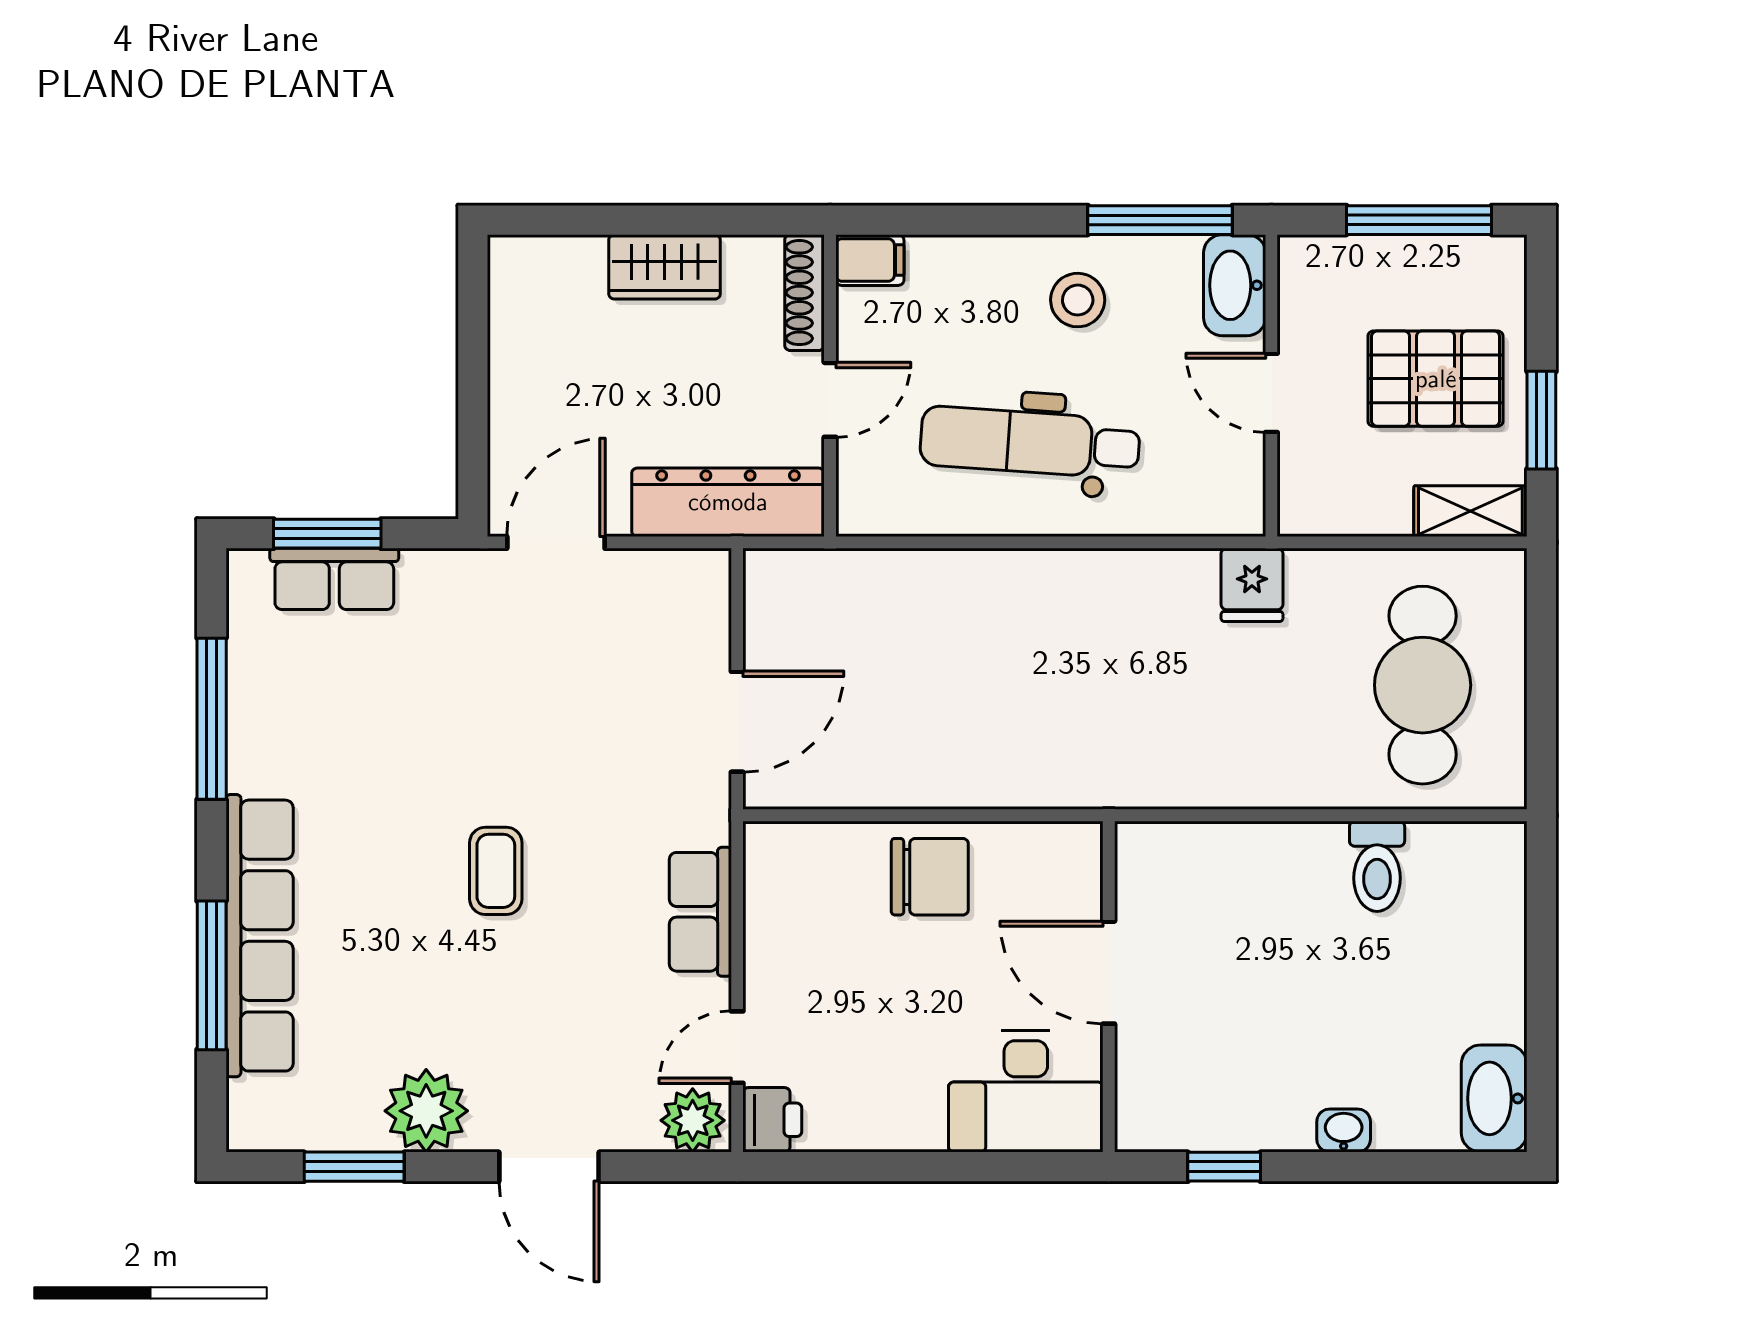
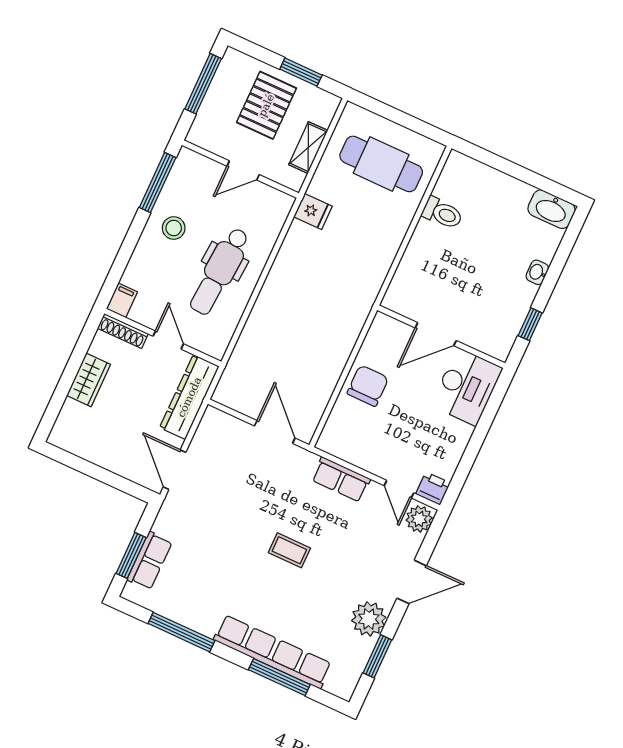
washbasin: (1235, 285) -> (196, 166), removed
shelving: (1470, 511) -> (308, 148), moved

